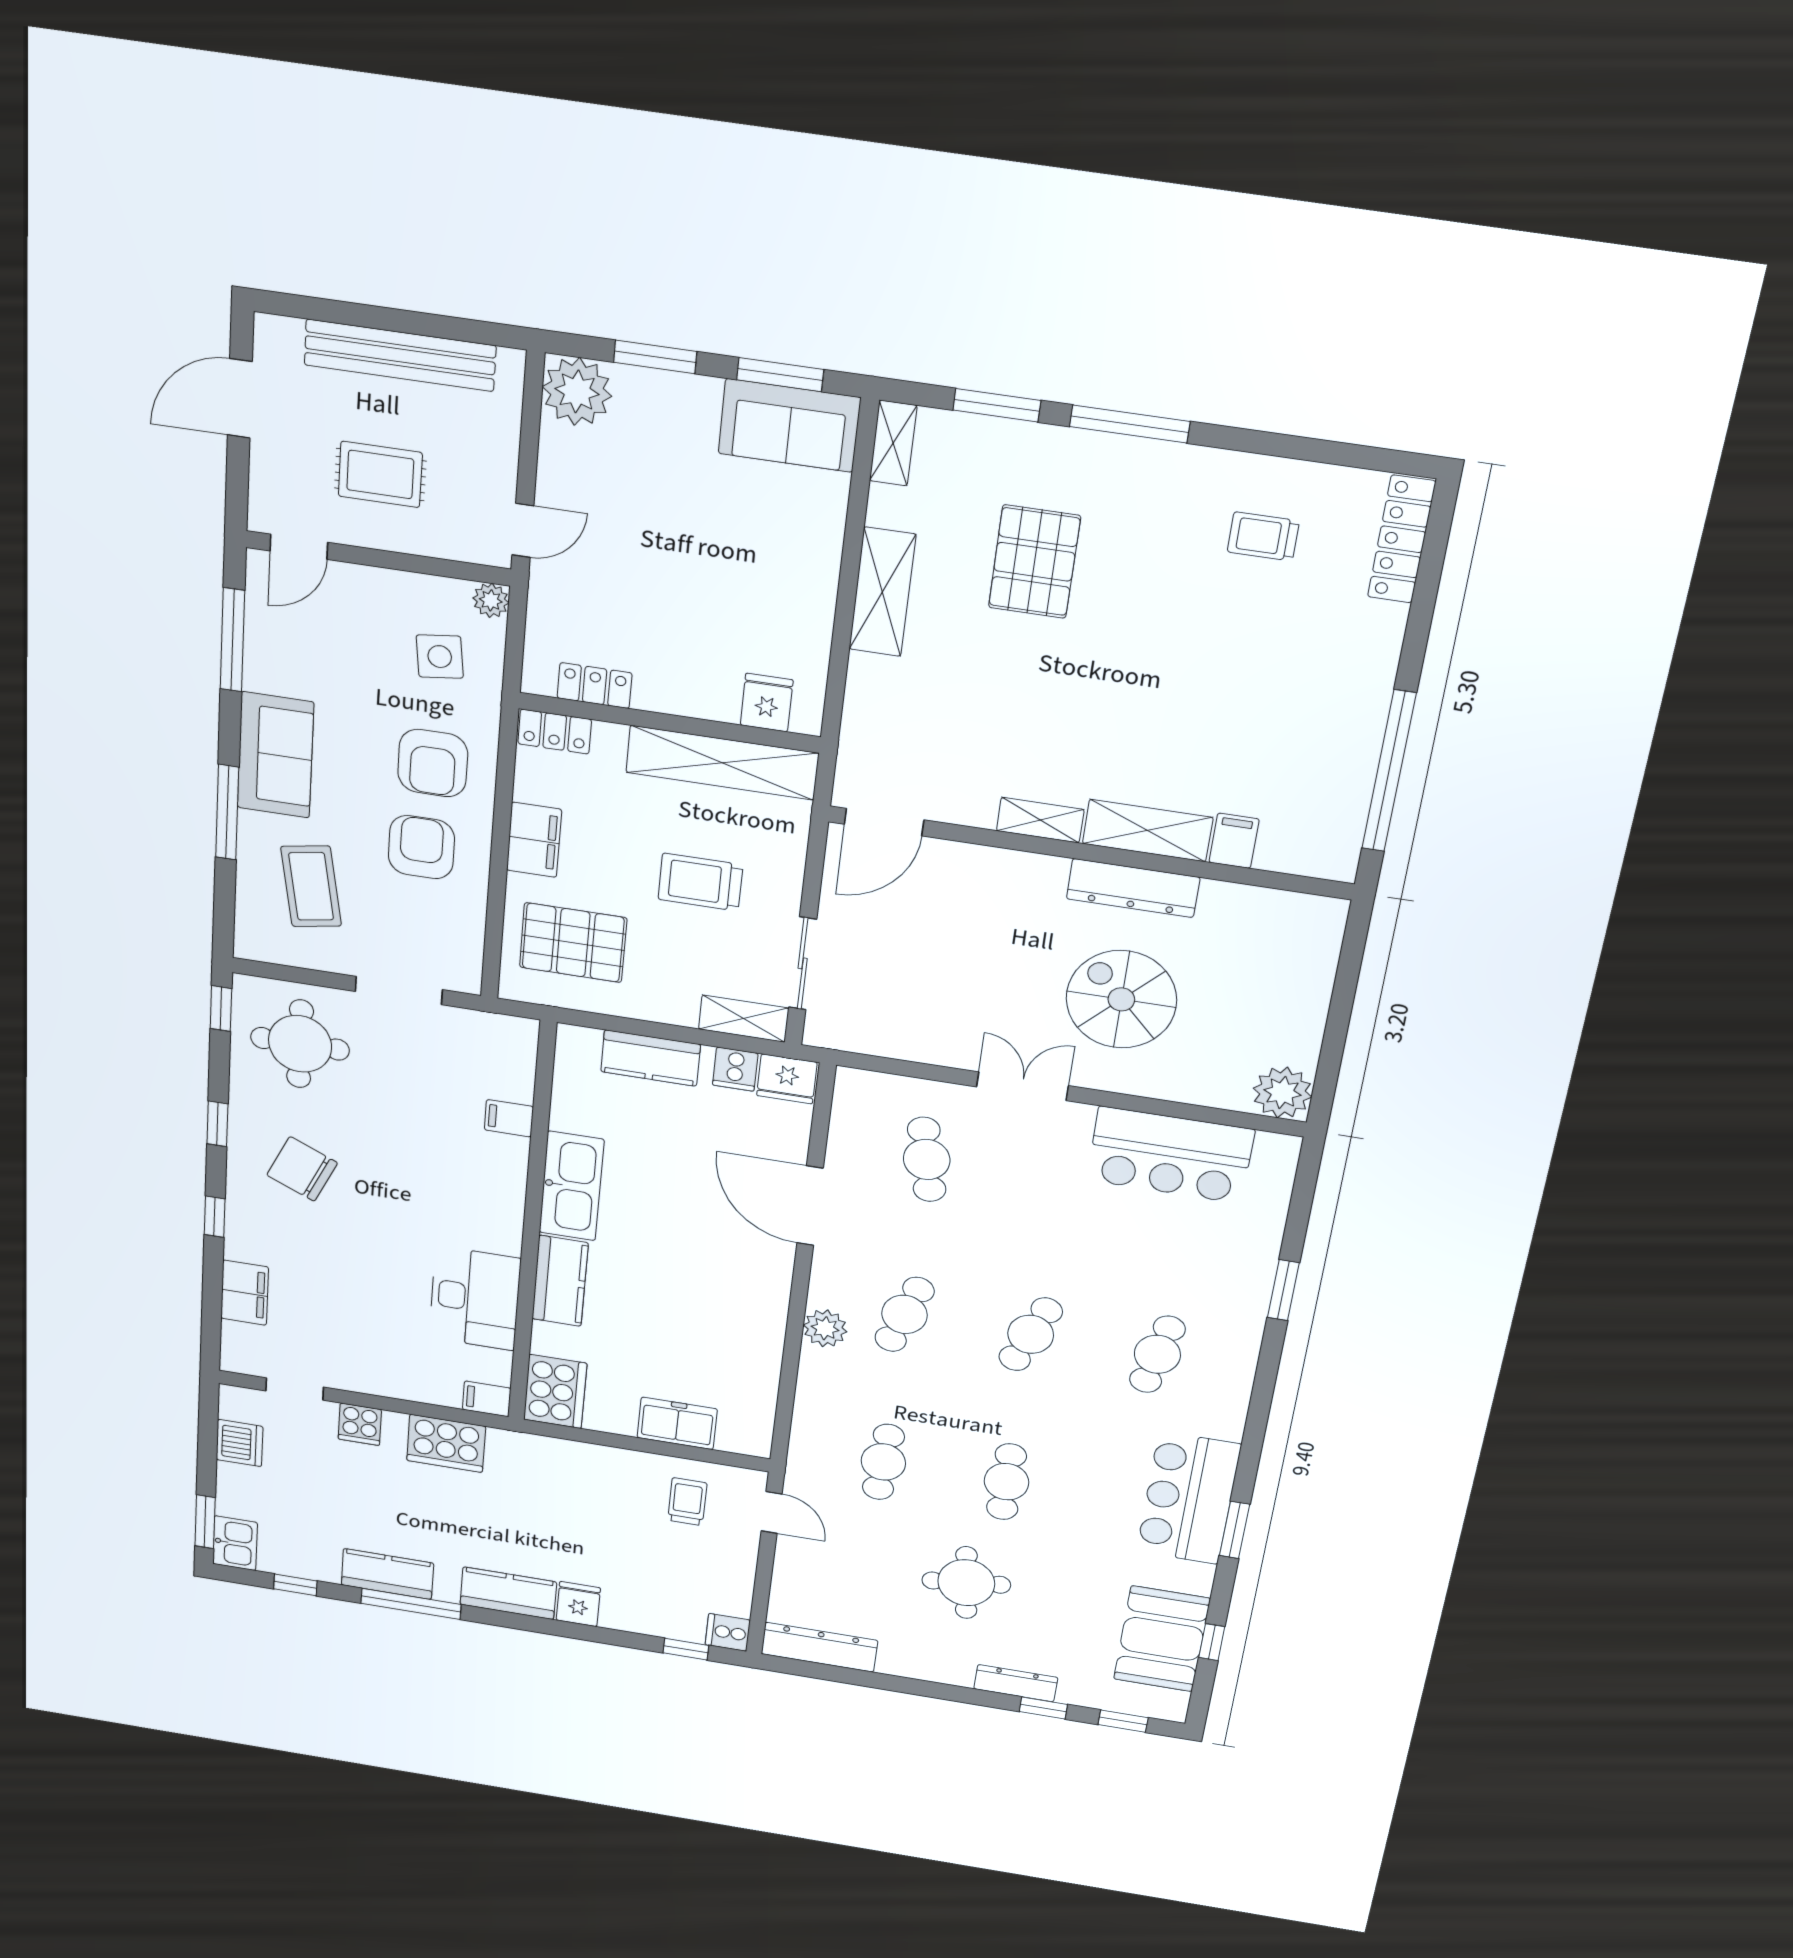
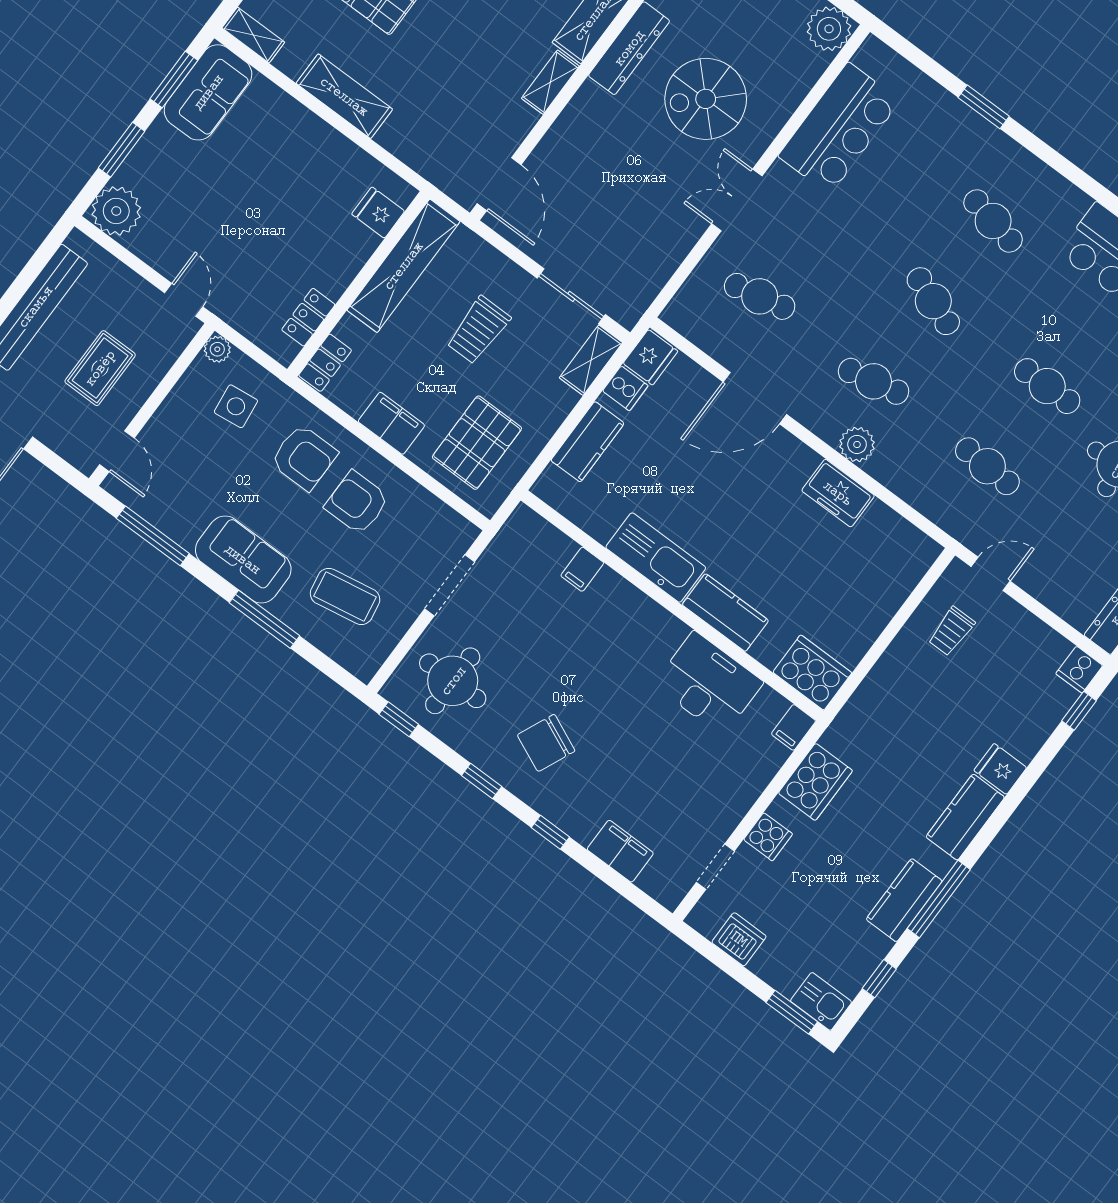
cafe table: (905, 1314) -> (874, 381), turned -30
freezer: (677, 1423) -> (838, 493), moved, turned -90
trolley: (687, 1502) -> (951, 631), turned -90

